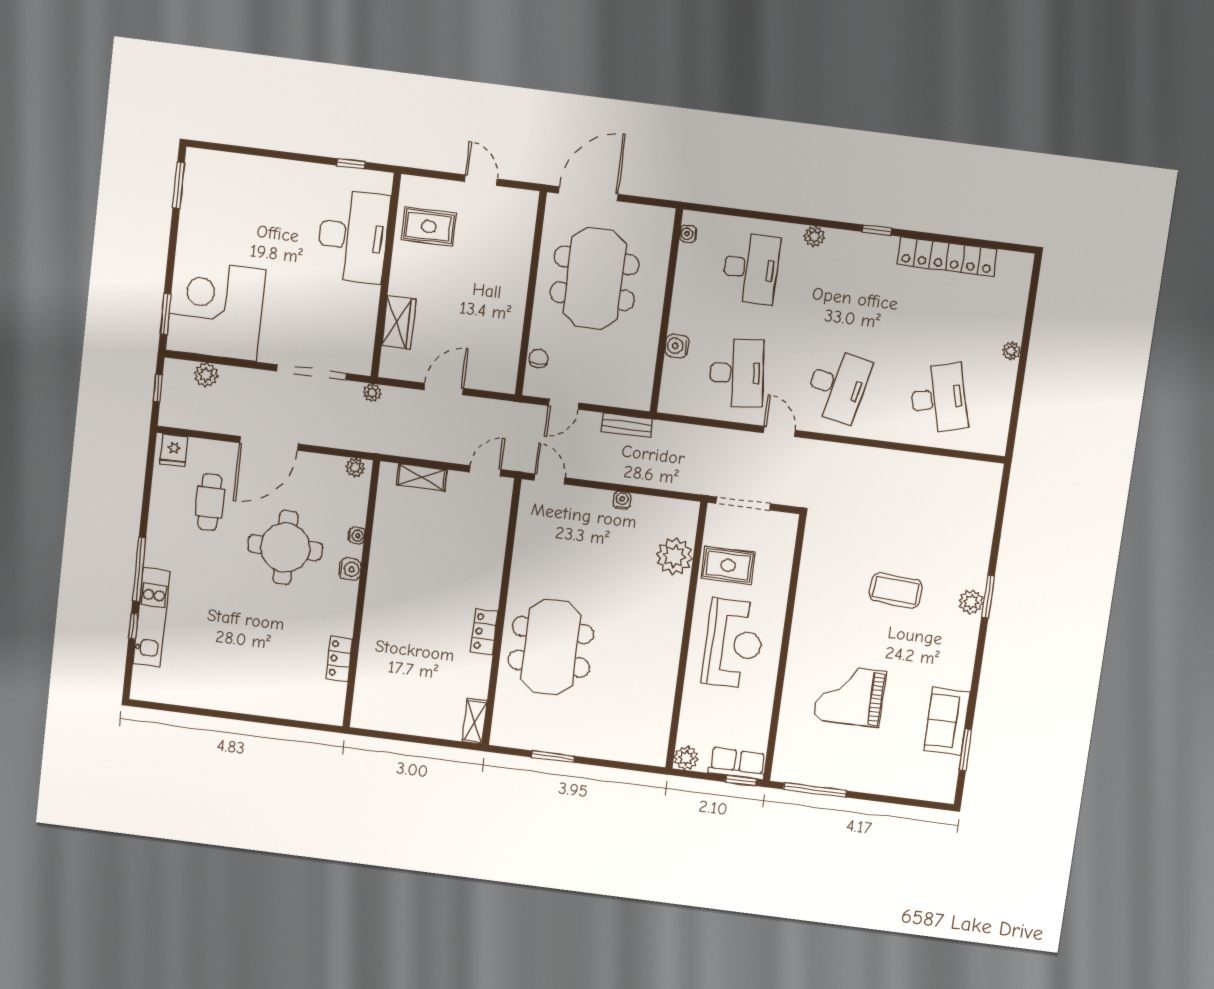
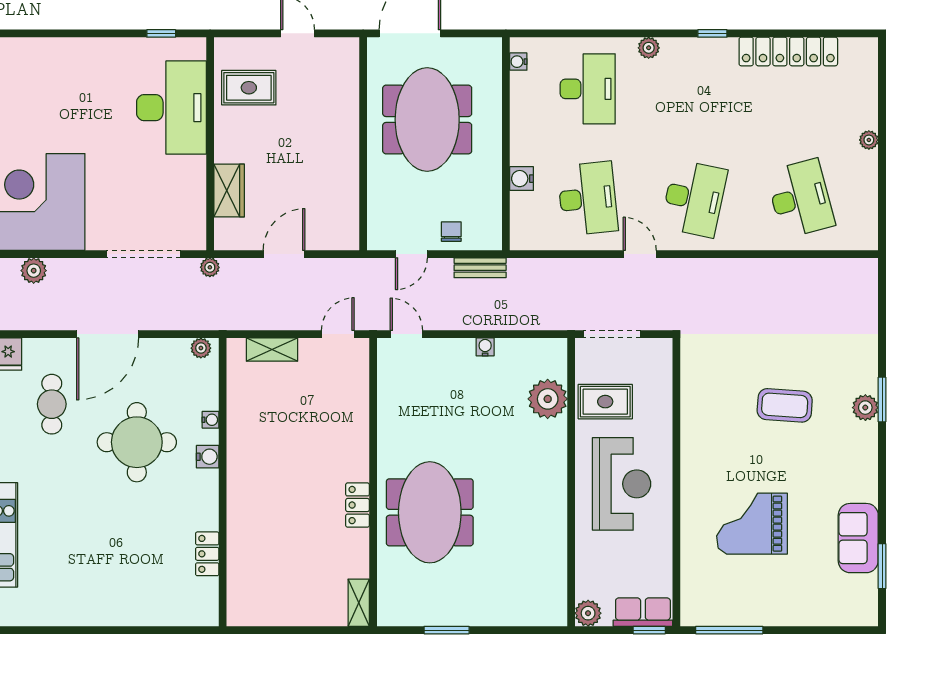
chair: (539, 359) -> (451, 232), moved

